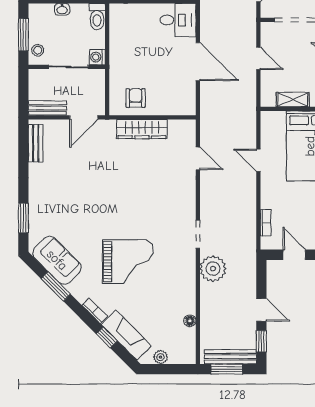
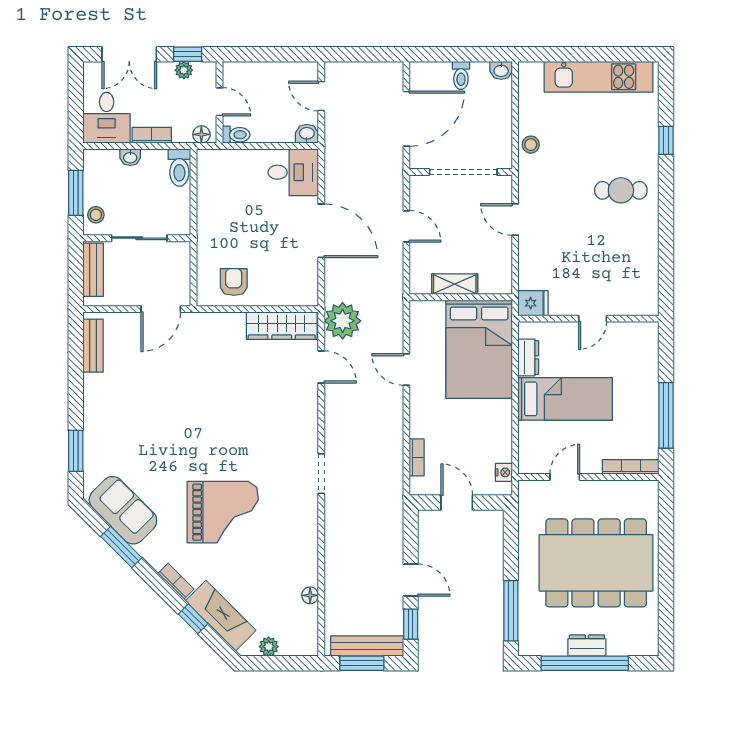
washing machine: (97, 57) -> (180, 224), removed
bench: (47, 108) -> (93, 270), moved, turned 90
wardrobe: (142, 129) -> (282, 326), moved
plant: (213, 269) -> (343, 321), moved

